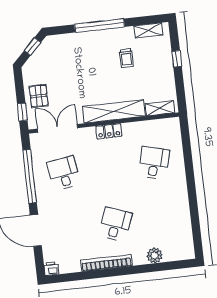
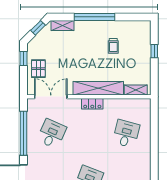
shelving: (148, 30) -> (63, 25), moved
window: (22, 112) -> (24, 59), moved
desk: (64, 173) -> (52, 134), turned 33

